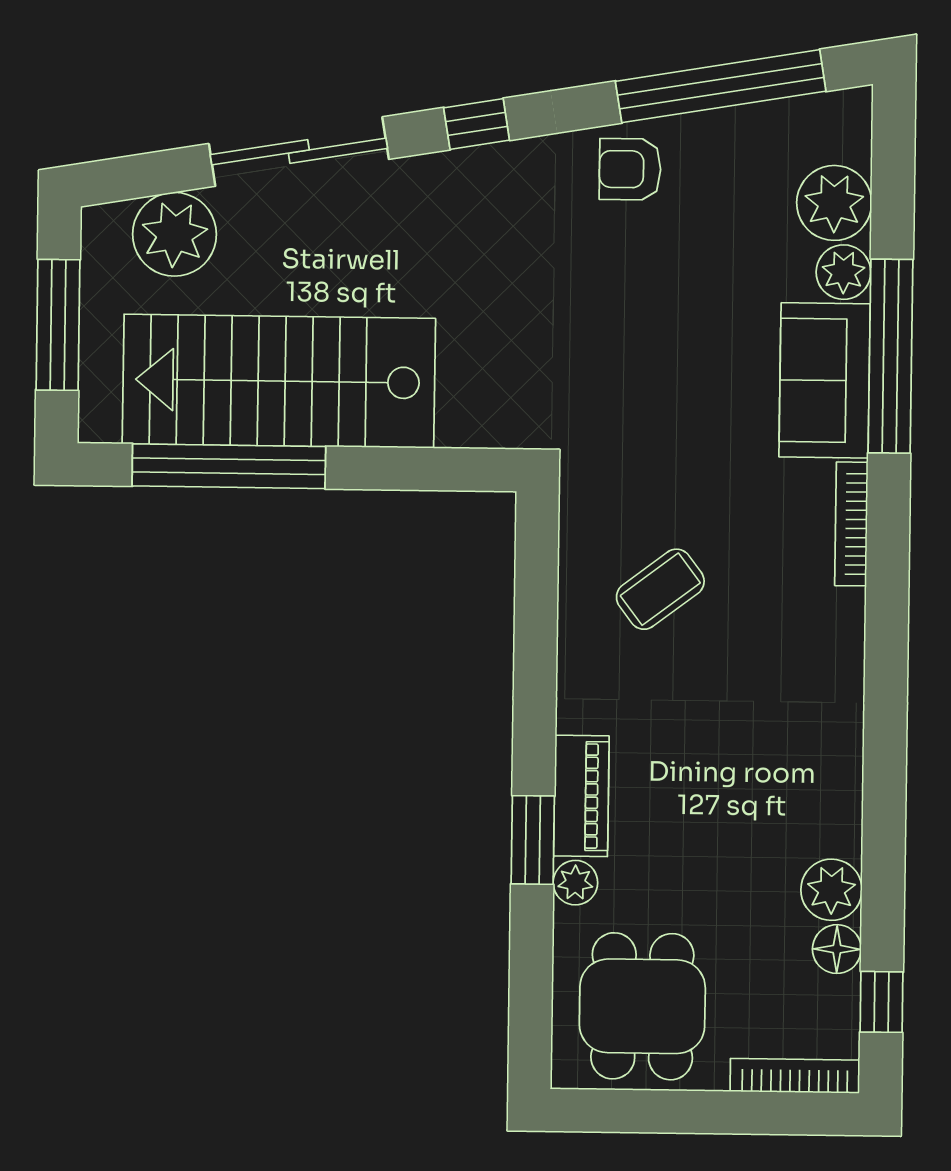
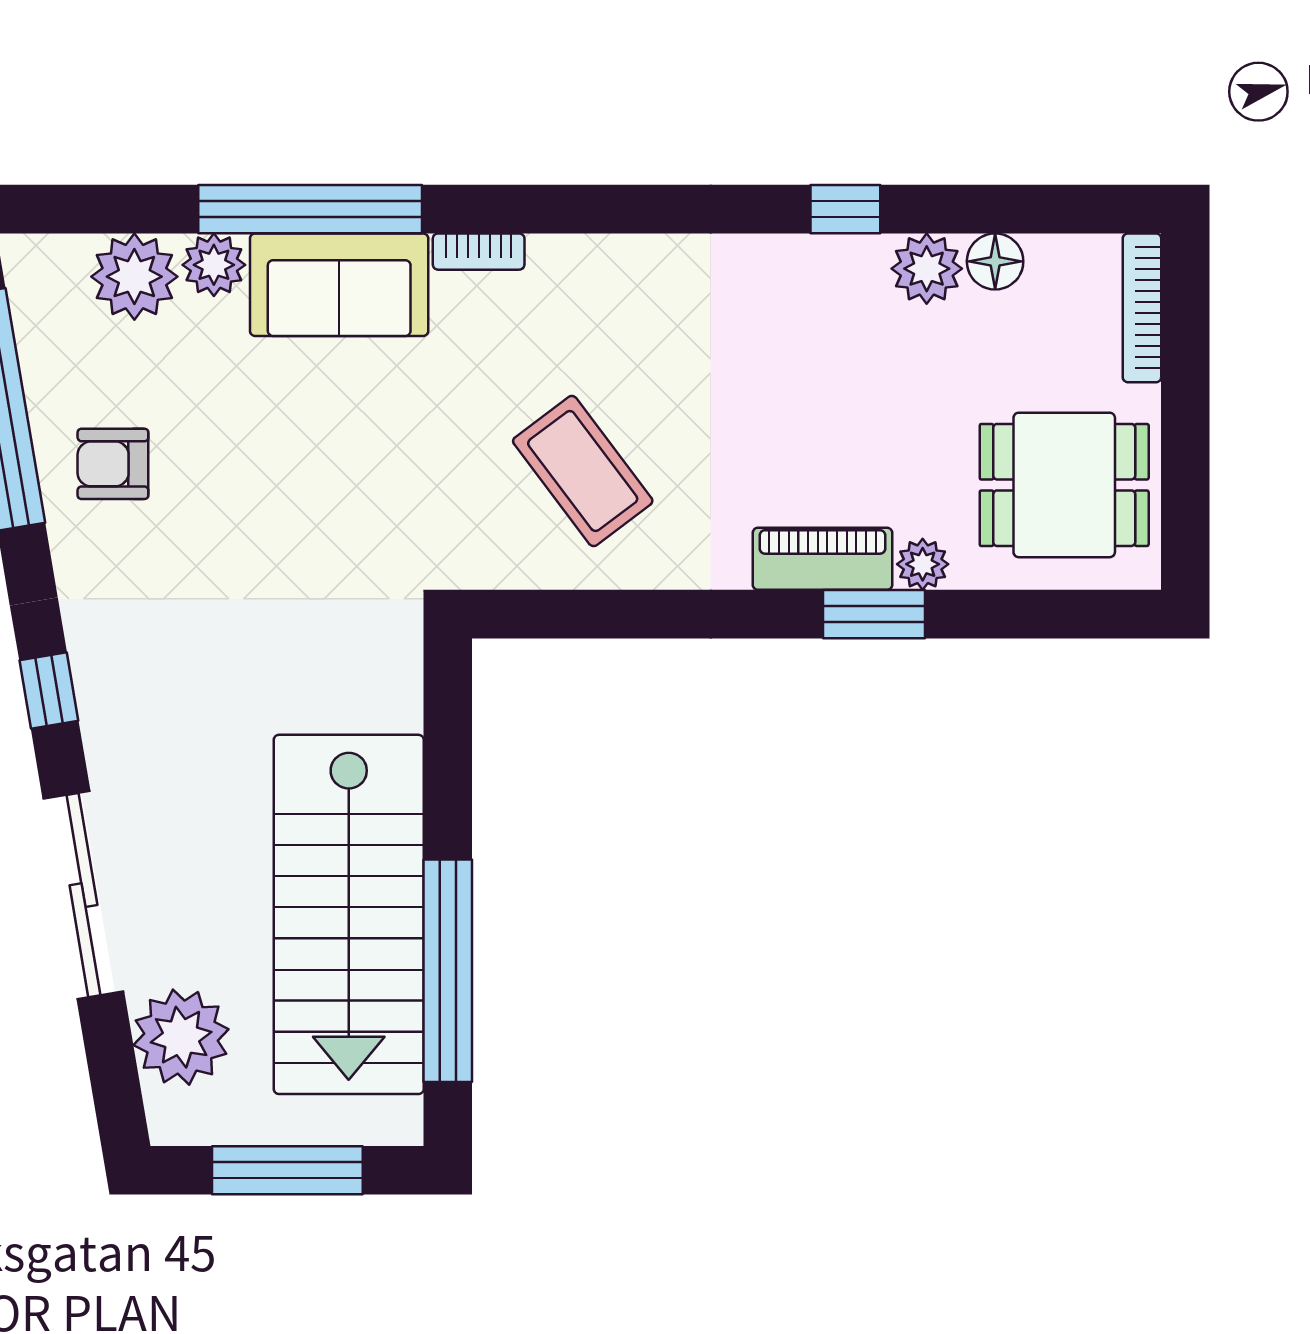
armchair: (630, 169) -> (113, 464), moved, turned 90
bookcase: (851, 524) -> (479, 252), width x0.64
coffee table: (660, 589) -> (583, 471), width x1.36, depth x1.30
window: (882, 1002) -> (845, 209), moved

